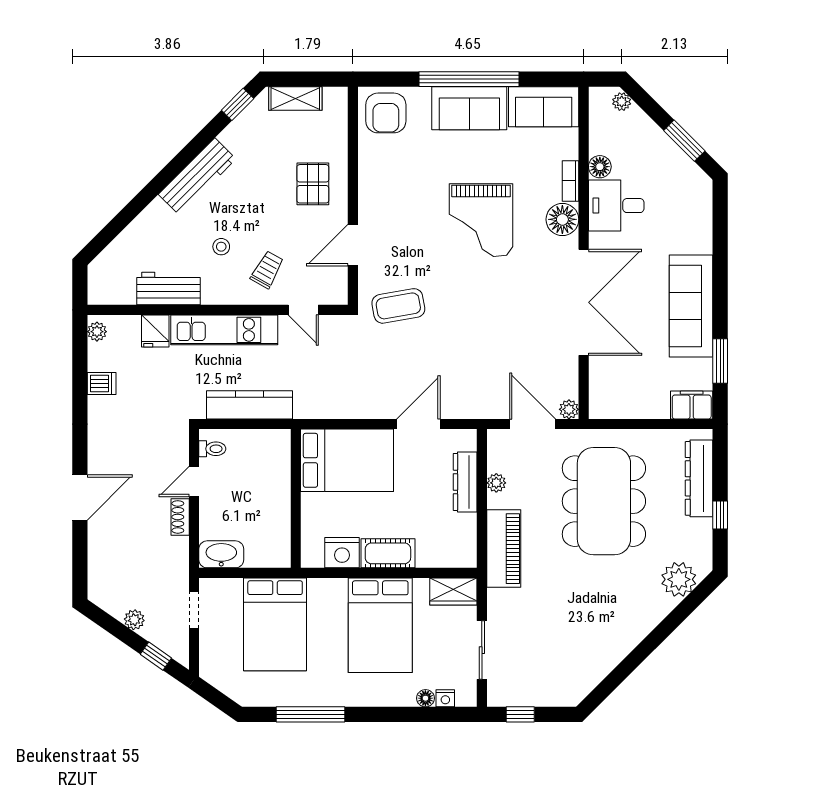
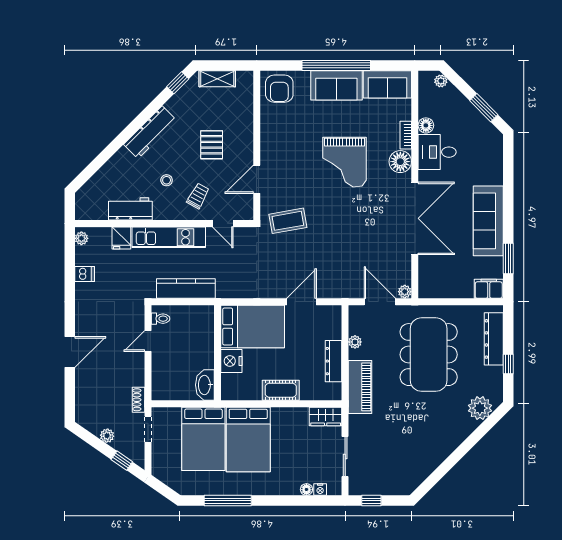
pallet: (313, 184) -> (212, 145), moved
dresser: (465, 482) -> (334, 361), moved
shoe rack: (180, 517) -> (138, 400), moved
nightstand: (342, 553) -> (231, 361), moved, turned 90
washbasin: (221, 554) -> (205, 385), moved, turned -90
bed: (380, 625) -> (248, 439), moved

